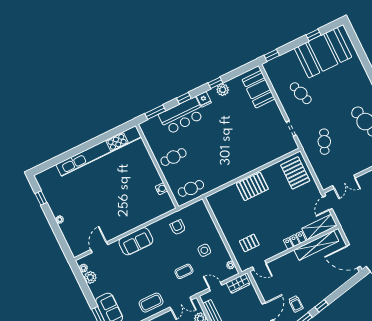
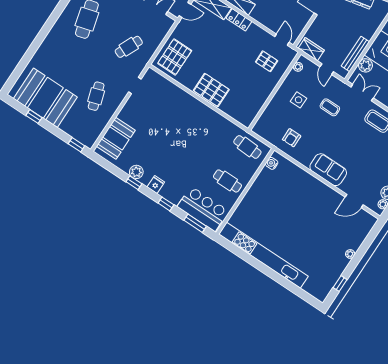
bar counter: (182, 116) -> (203, 209), moved
water cooler: (161, 189) -> (272, 163), moved

